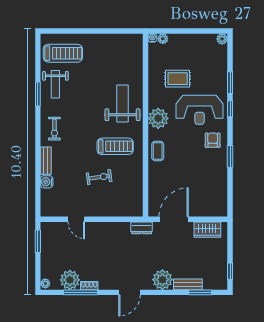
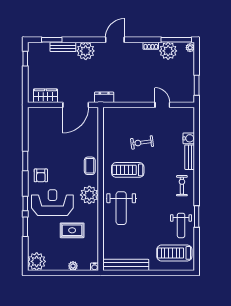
plant: (163, 39) -> (73, 266), moved
plant: (222, 39) -> (37, 261), width x1.87, depth x1.87
bench: (117, 40) -> (126, 265), added
weight bench: (55, 84) -> (181, 225), turned 180
window: (80, 292) -> (176, 40), moved

